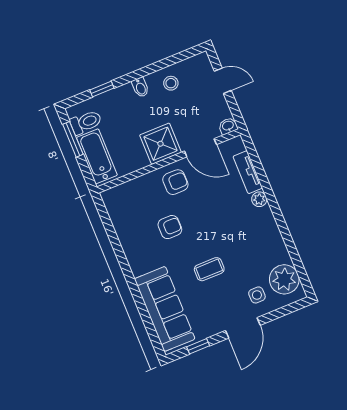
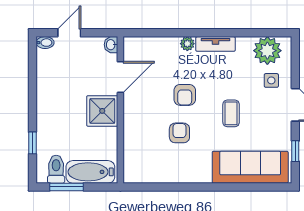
stool: (171, 83) -> (52, 80), removed
bidet: (140, 87) -> (45, 43), moved
tv unit: (248, 172) -> (215, 44), moved
armchair: (175, 182) -> (185, 95), moved, turned 180

